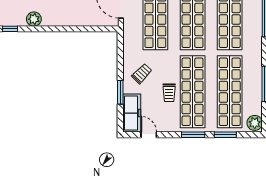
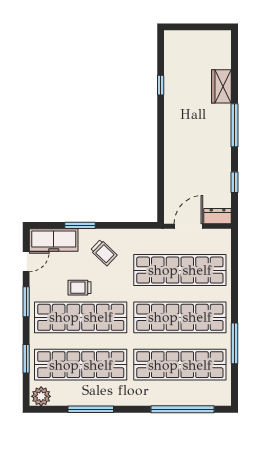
plant: (34, 19) -> (173, 116), removed
window: (193, 135) -> (26, 302), moved

